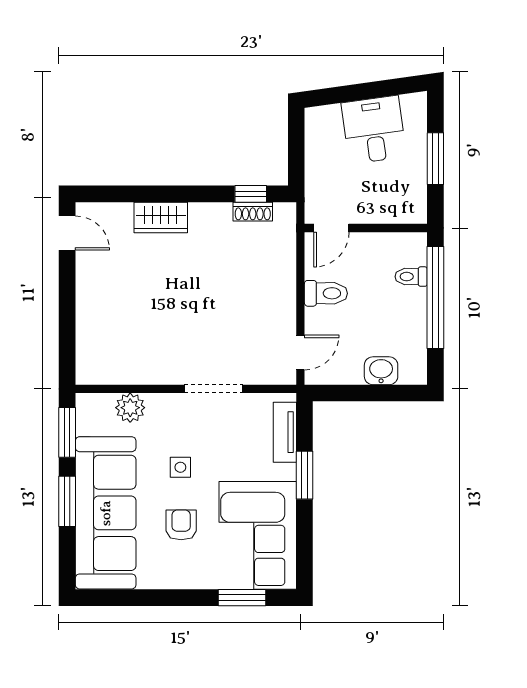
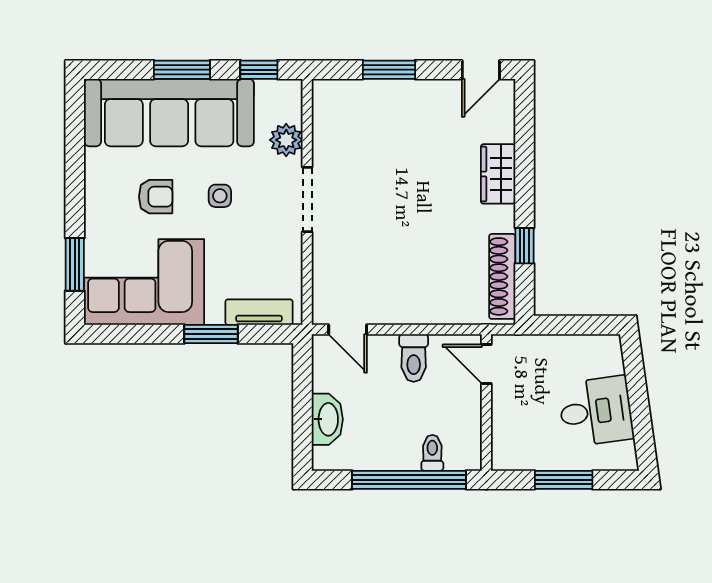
window: (251, 194) -> (524, 246), moved
shoe rack: (253, 212) -> (502, 276), width x1.94, depth x1.24
window: (67, 315) -> (389, 70), added
washbasin: (381, 371) -> (327, 419), width x1.38
doorway: (214, 389) -> (307, 199), moved
window: (67, 432) -> (259, 70), width x0.67

